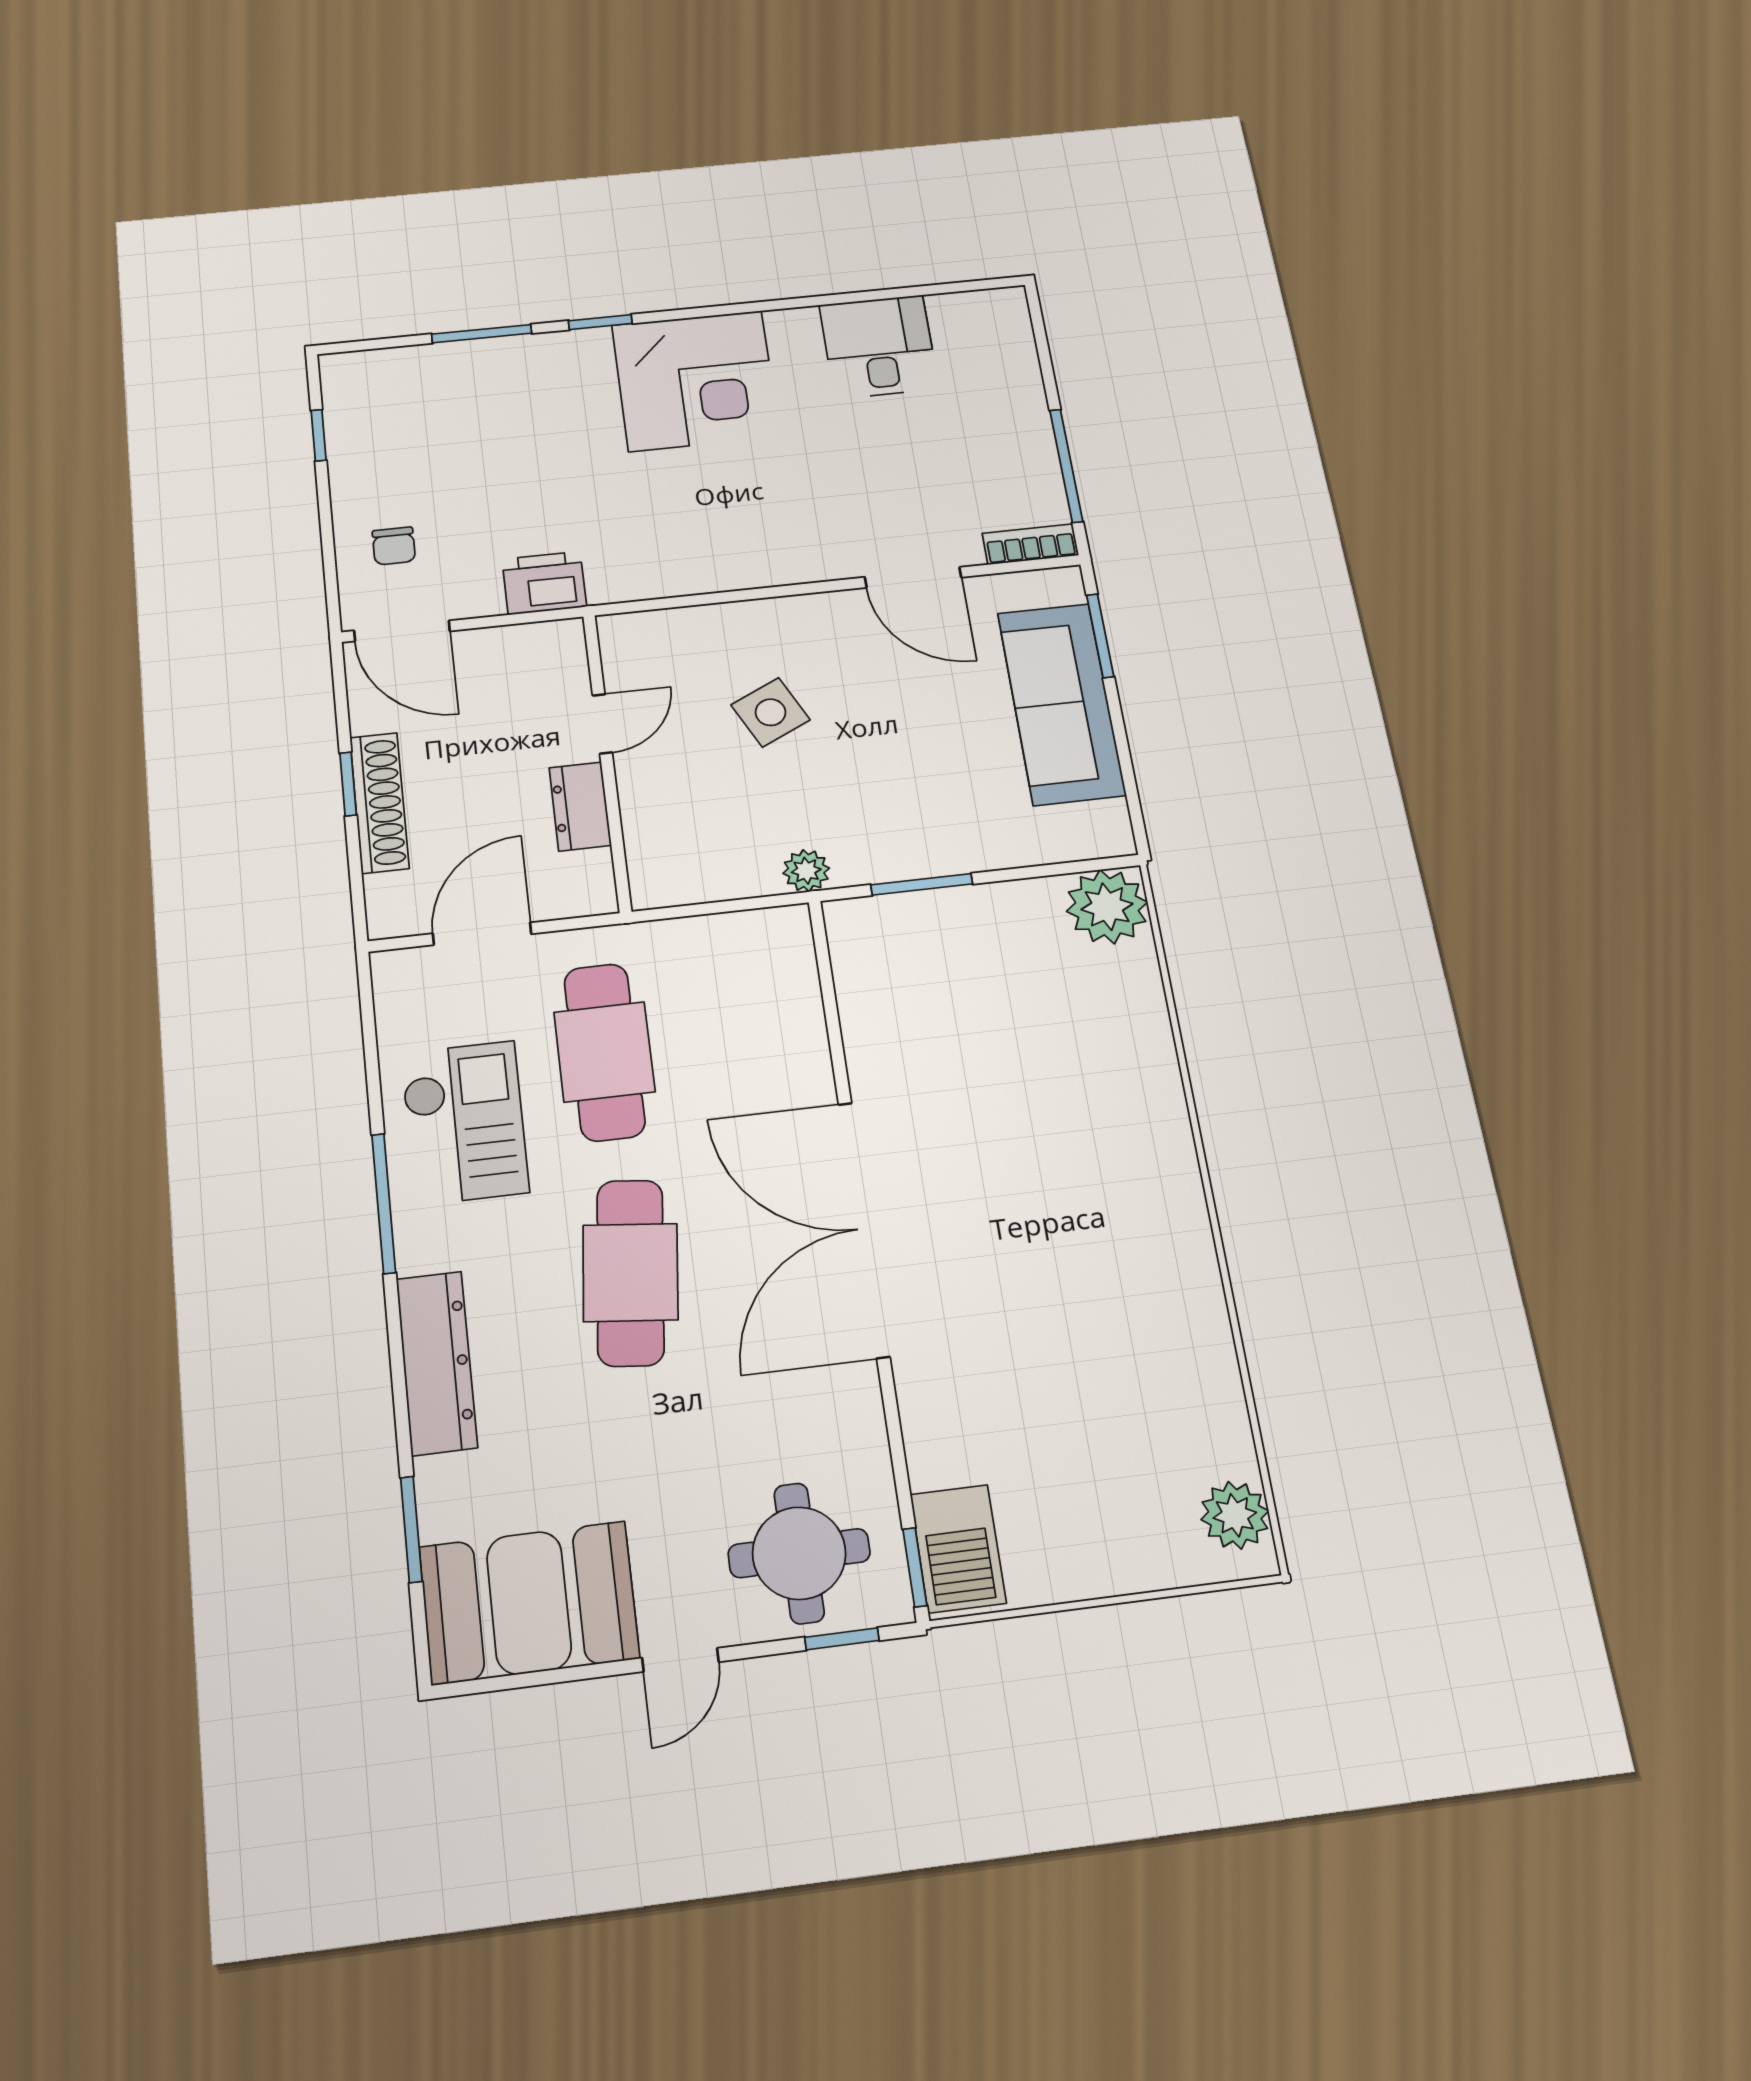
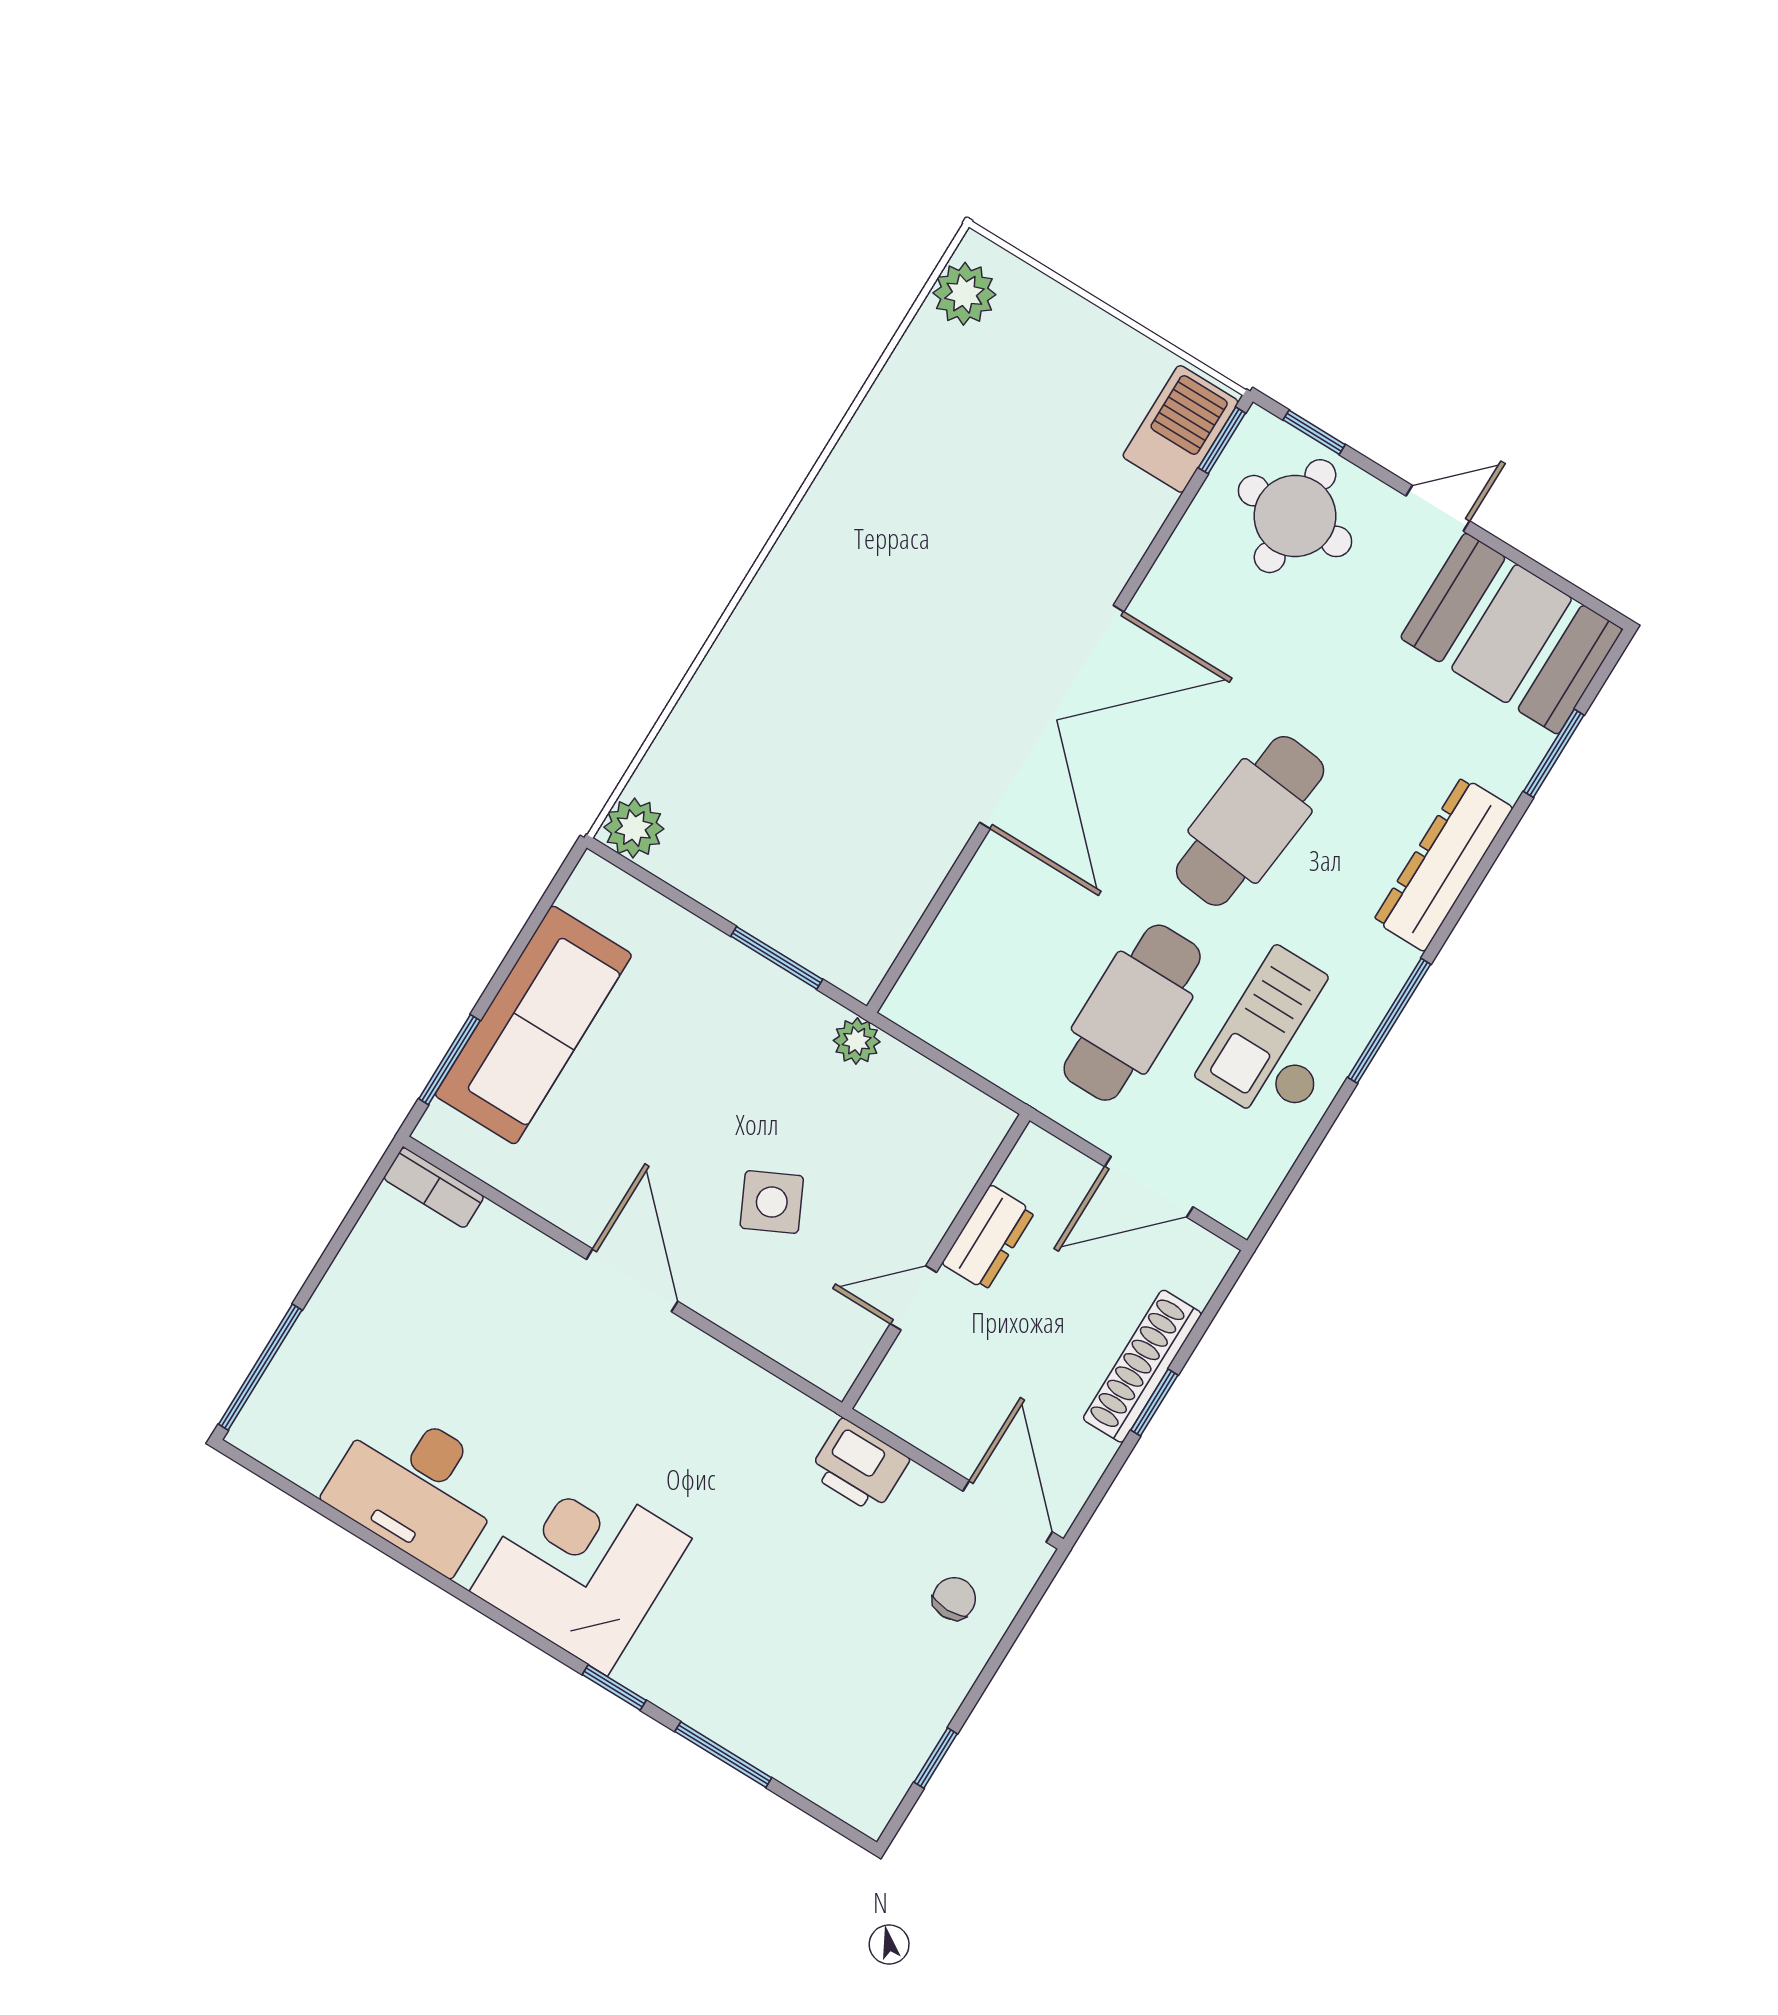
desk: (879, 347) -> (417, 1488), width x1.37
window: (1066, 466) -> (260, 1367), moved
door: (913, 577) -> (632, 1280), moved
plant: (1107, 907) -> (634, 828), width x0.73, depth x0.73

